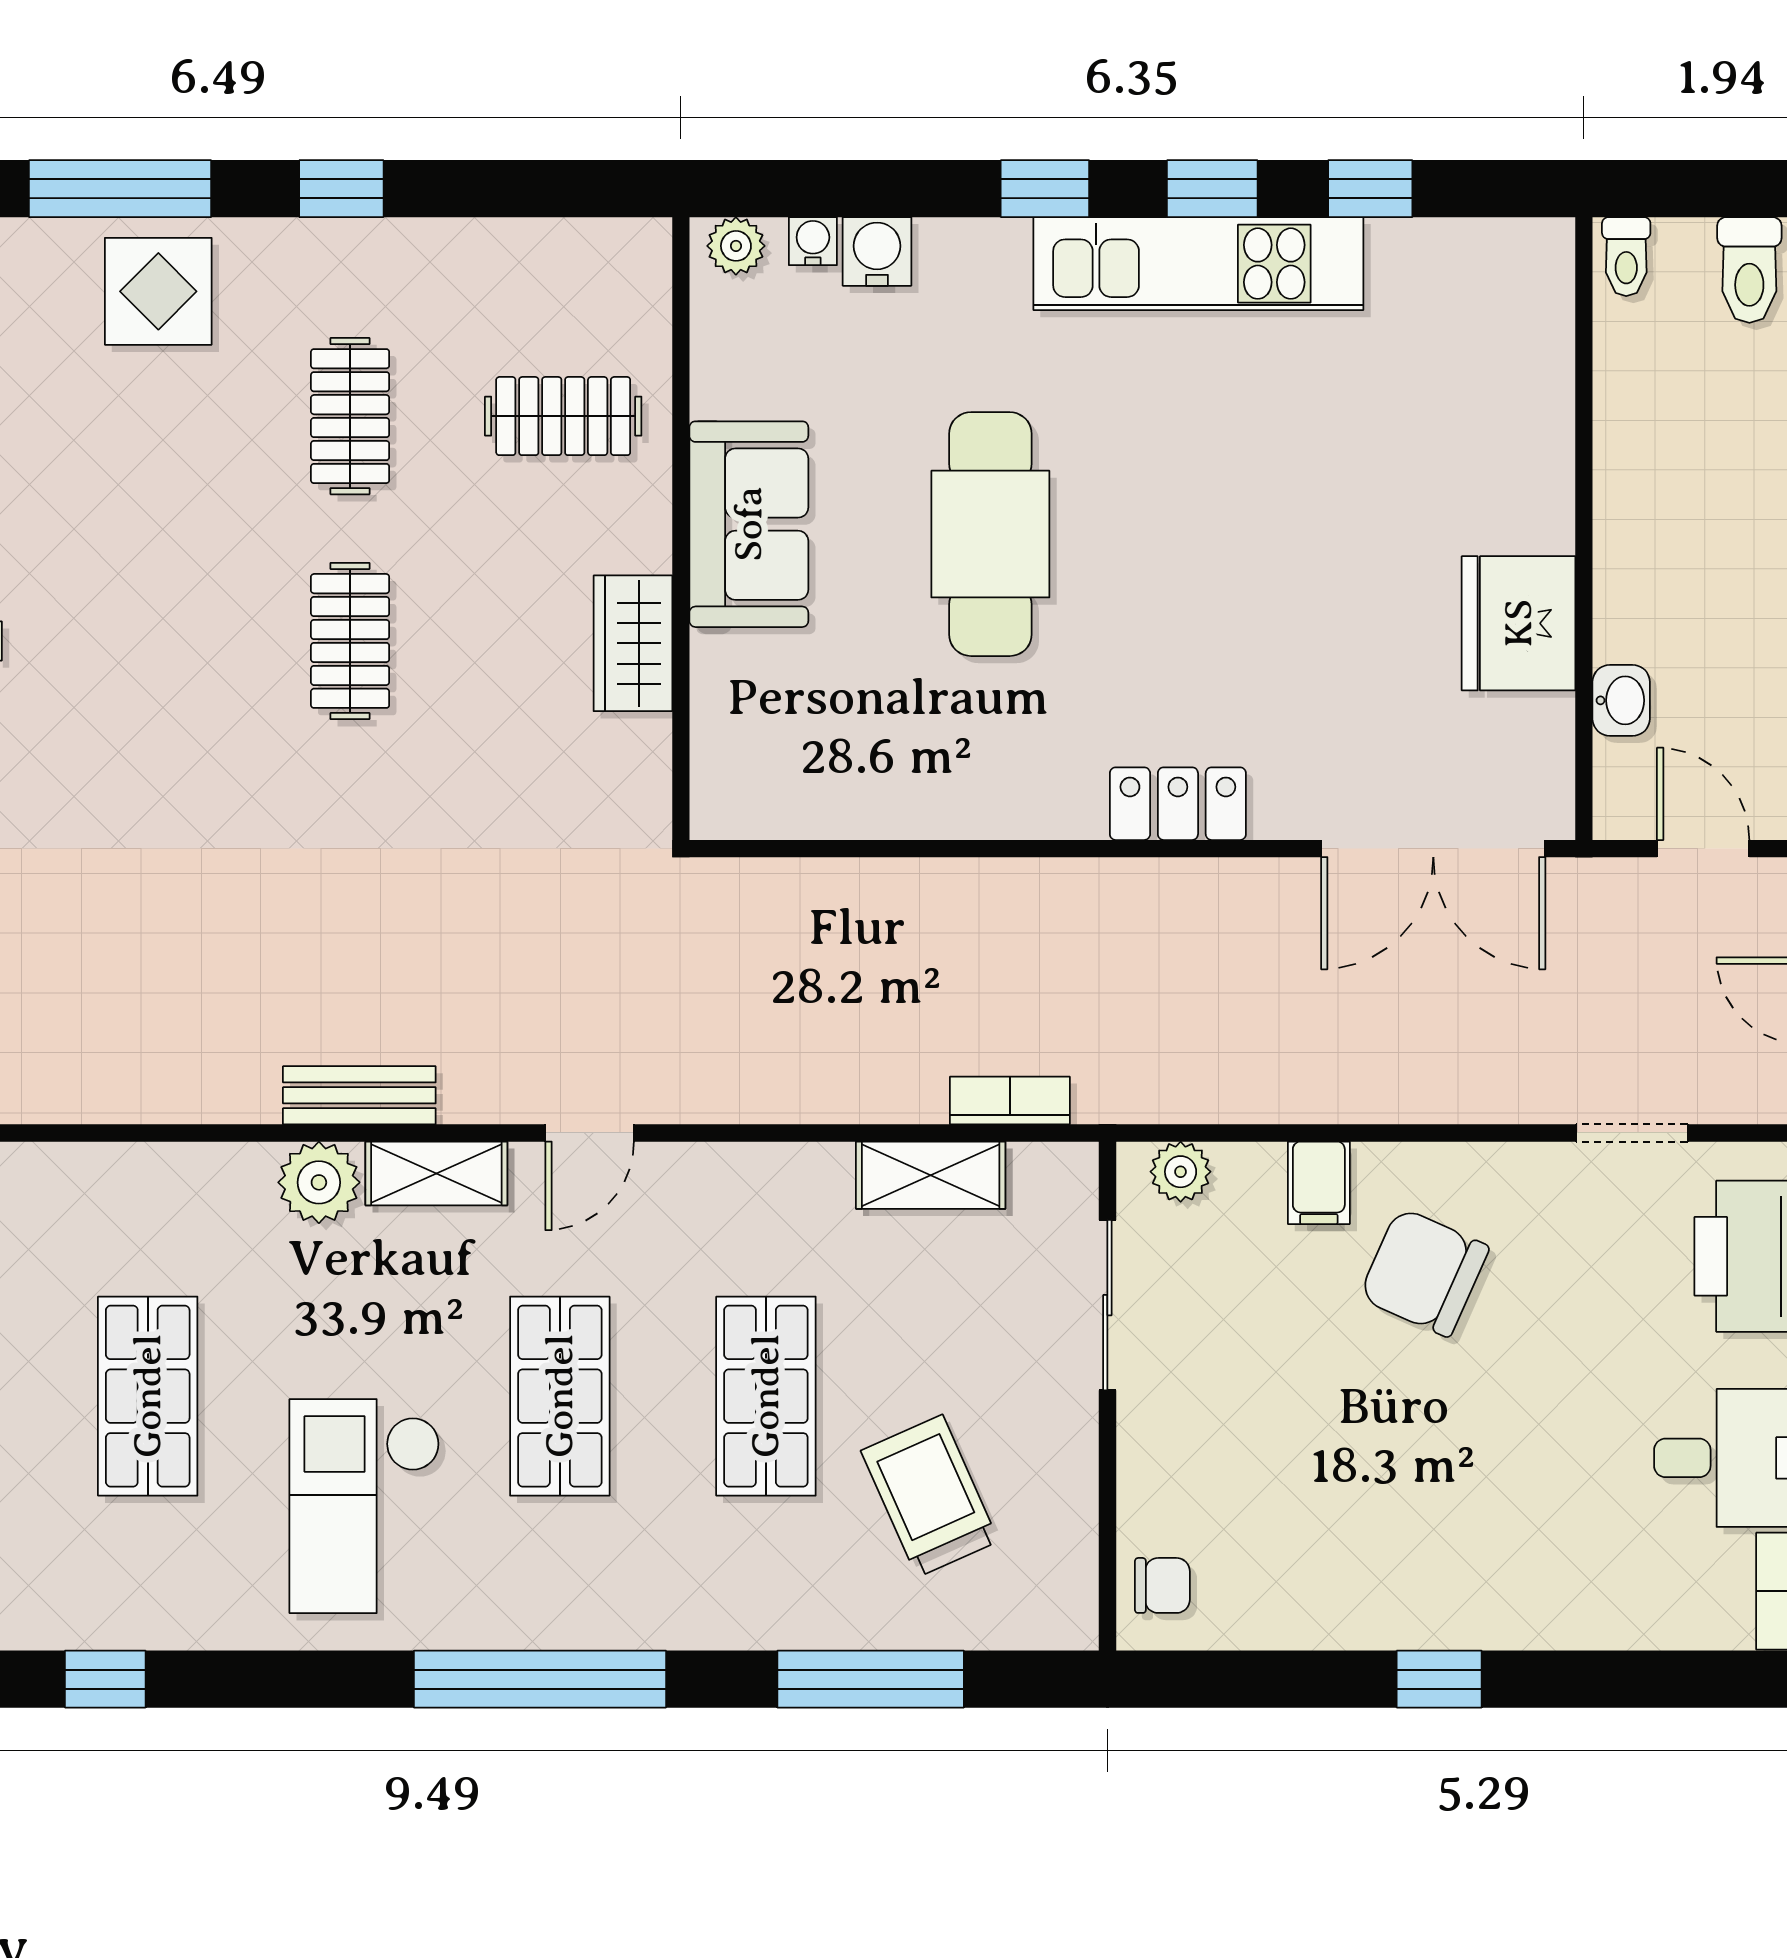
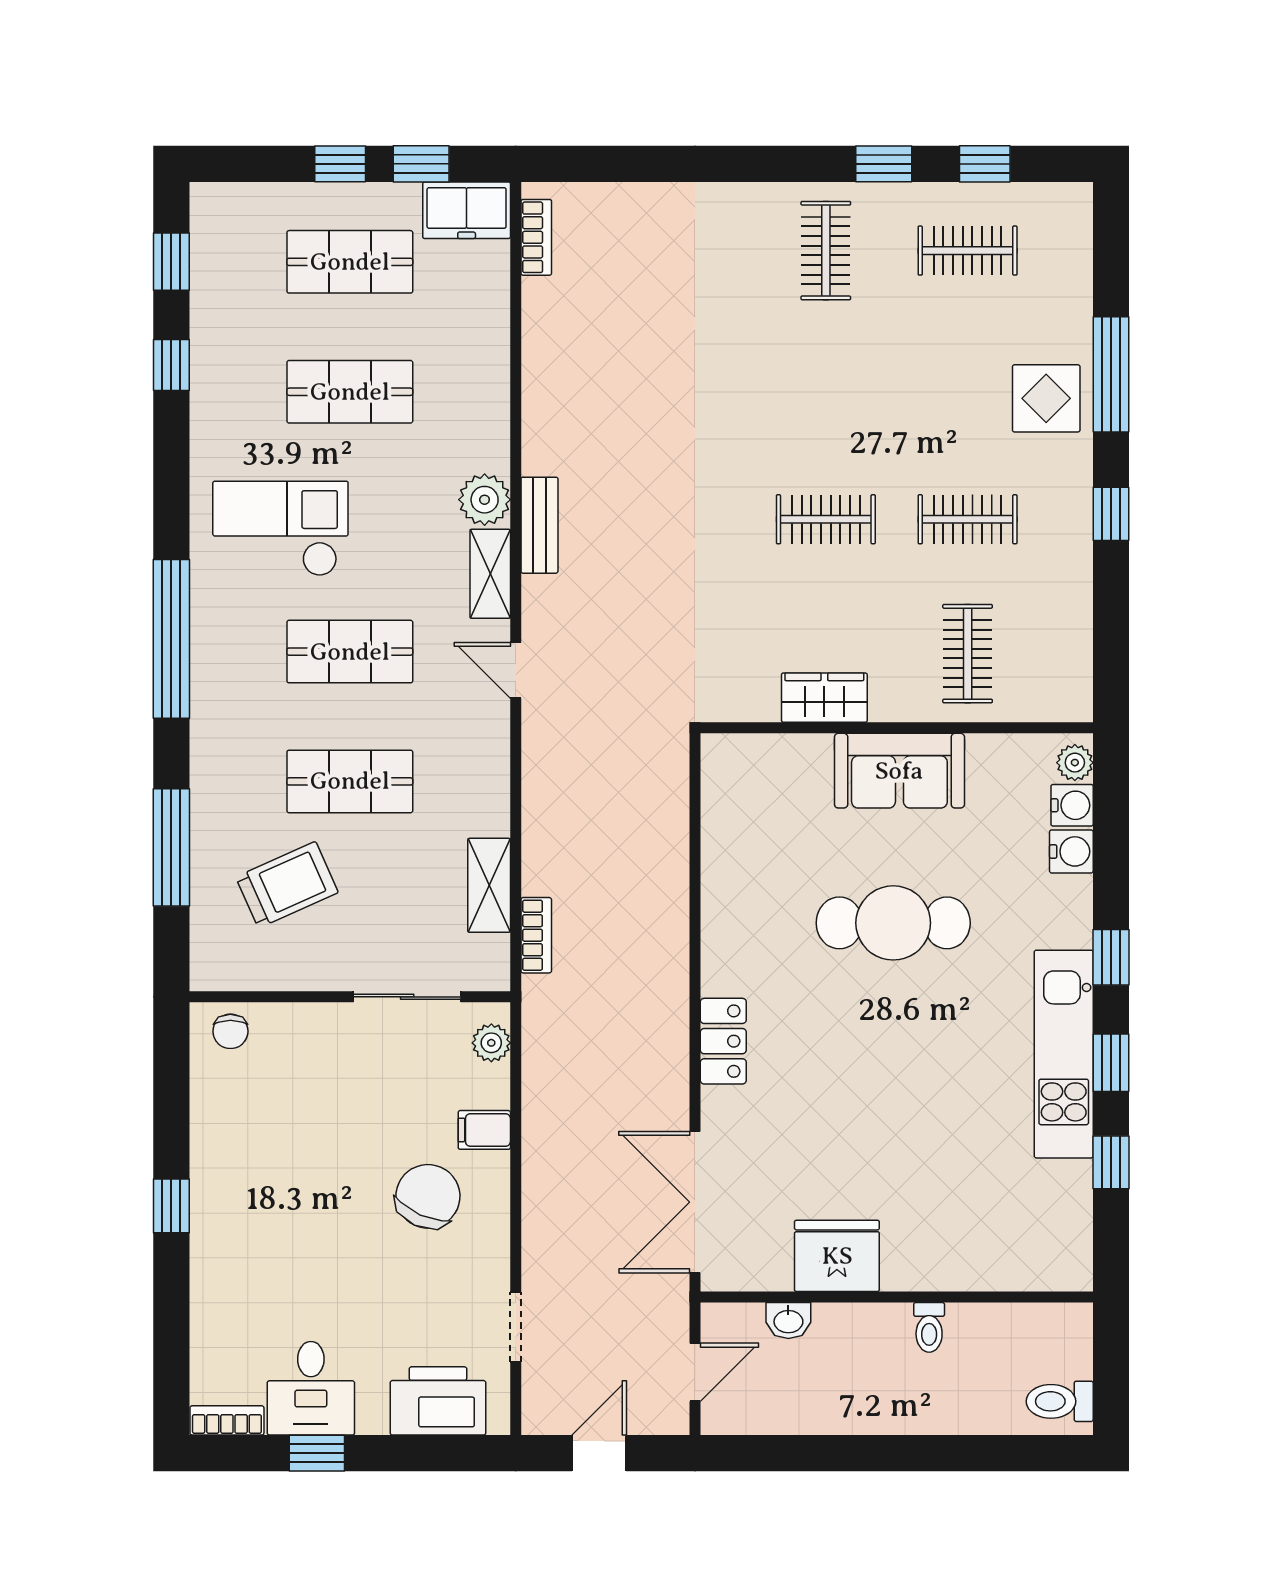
water cooler: (813, 241) -> (1072, 805), width x1.38, depth x1.38
toilet: (1626, 257) -> (929, 1327), moved, turned -90

